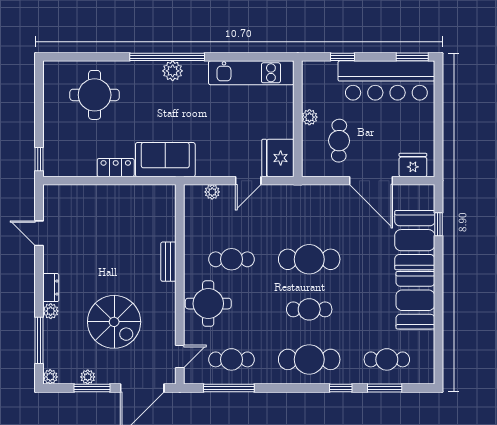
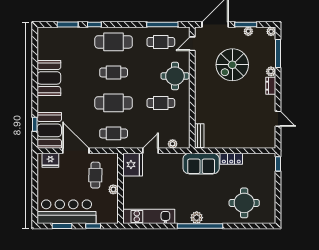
window: (412, 57) -> (62, 226), moved
booth: (415, 240) -> (49, 130), moved
bench: (168, 262) -> (199, 136), moved
spiral stairs: (114, 322) -> (232, 65), turned -90
cafe table: (387, 359) -> (114, 133), moved

